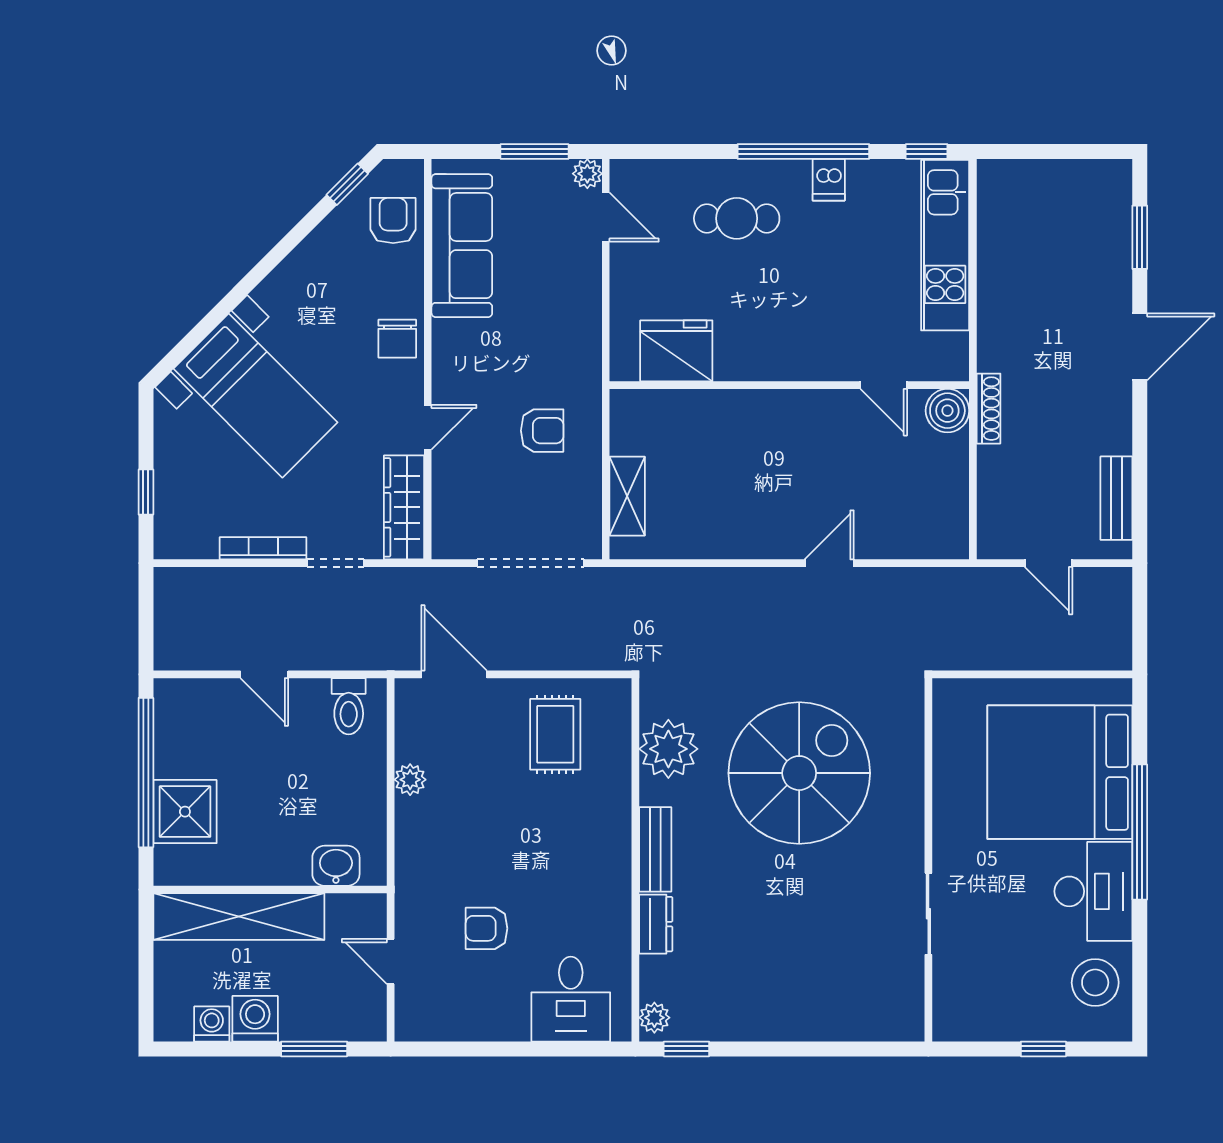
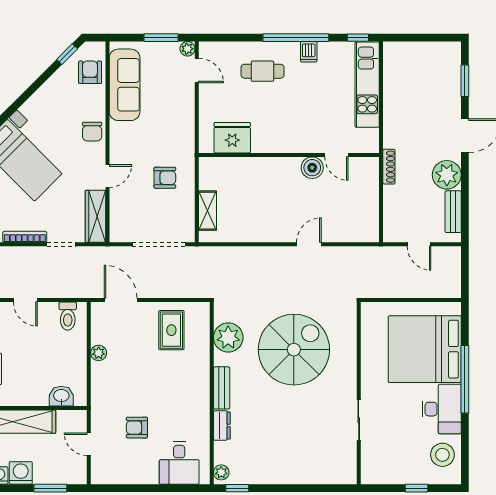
boiler: (947, 411) -> (312, 168), moved
plant: (1104, 425) -> (447, 175), added

